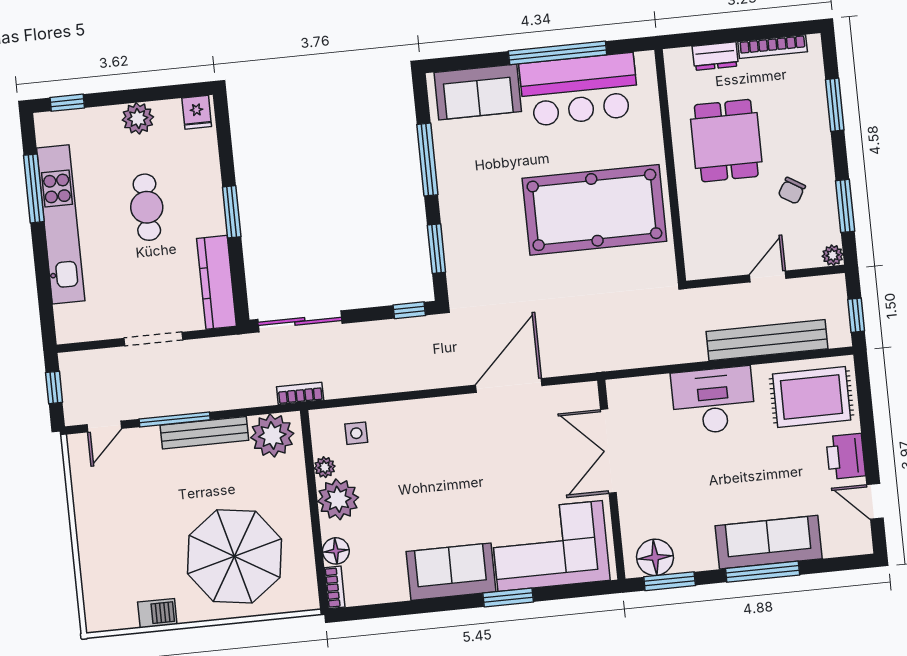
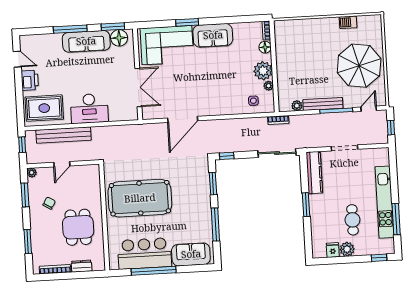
fridge: (197, 112) -> (333, 250), moved
cafe table: (147, 207) -> (352, 220), moved
plant: (272, 436) -> (297, 106), width x0.53, depth x0.53
sofa: (769, 542) -> (86, 41), moved
parasol: (234, 556) -> (359, 66), moved

